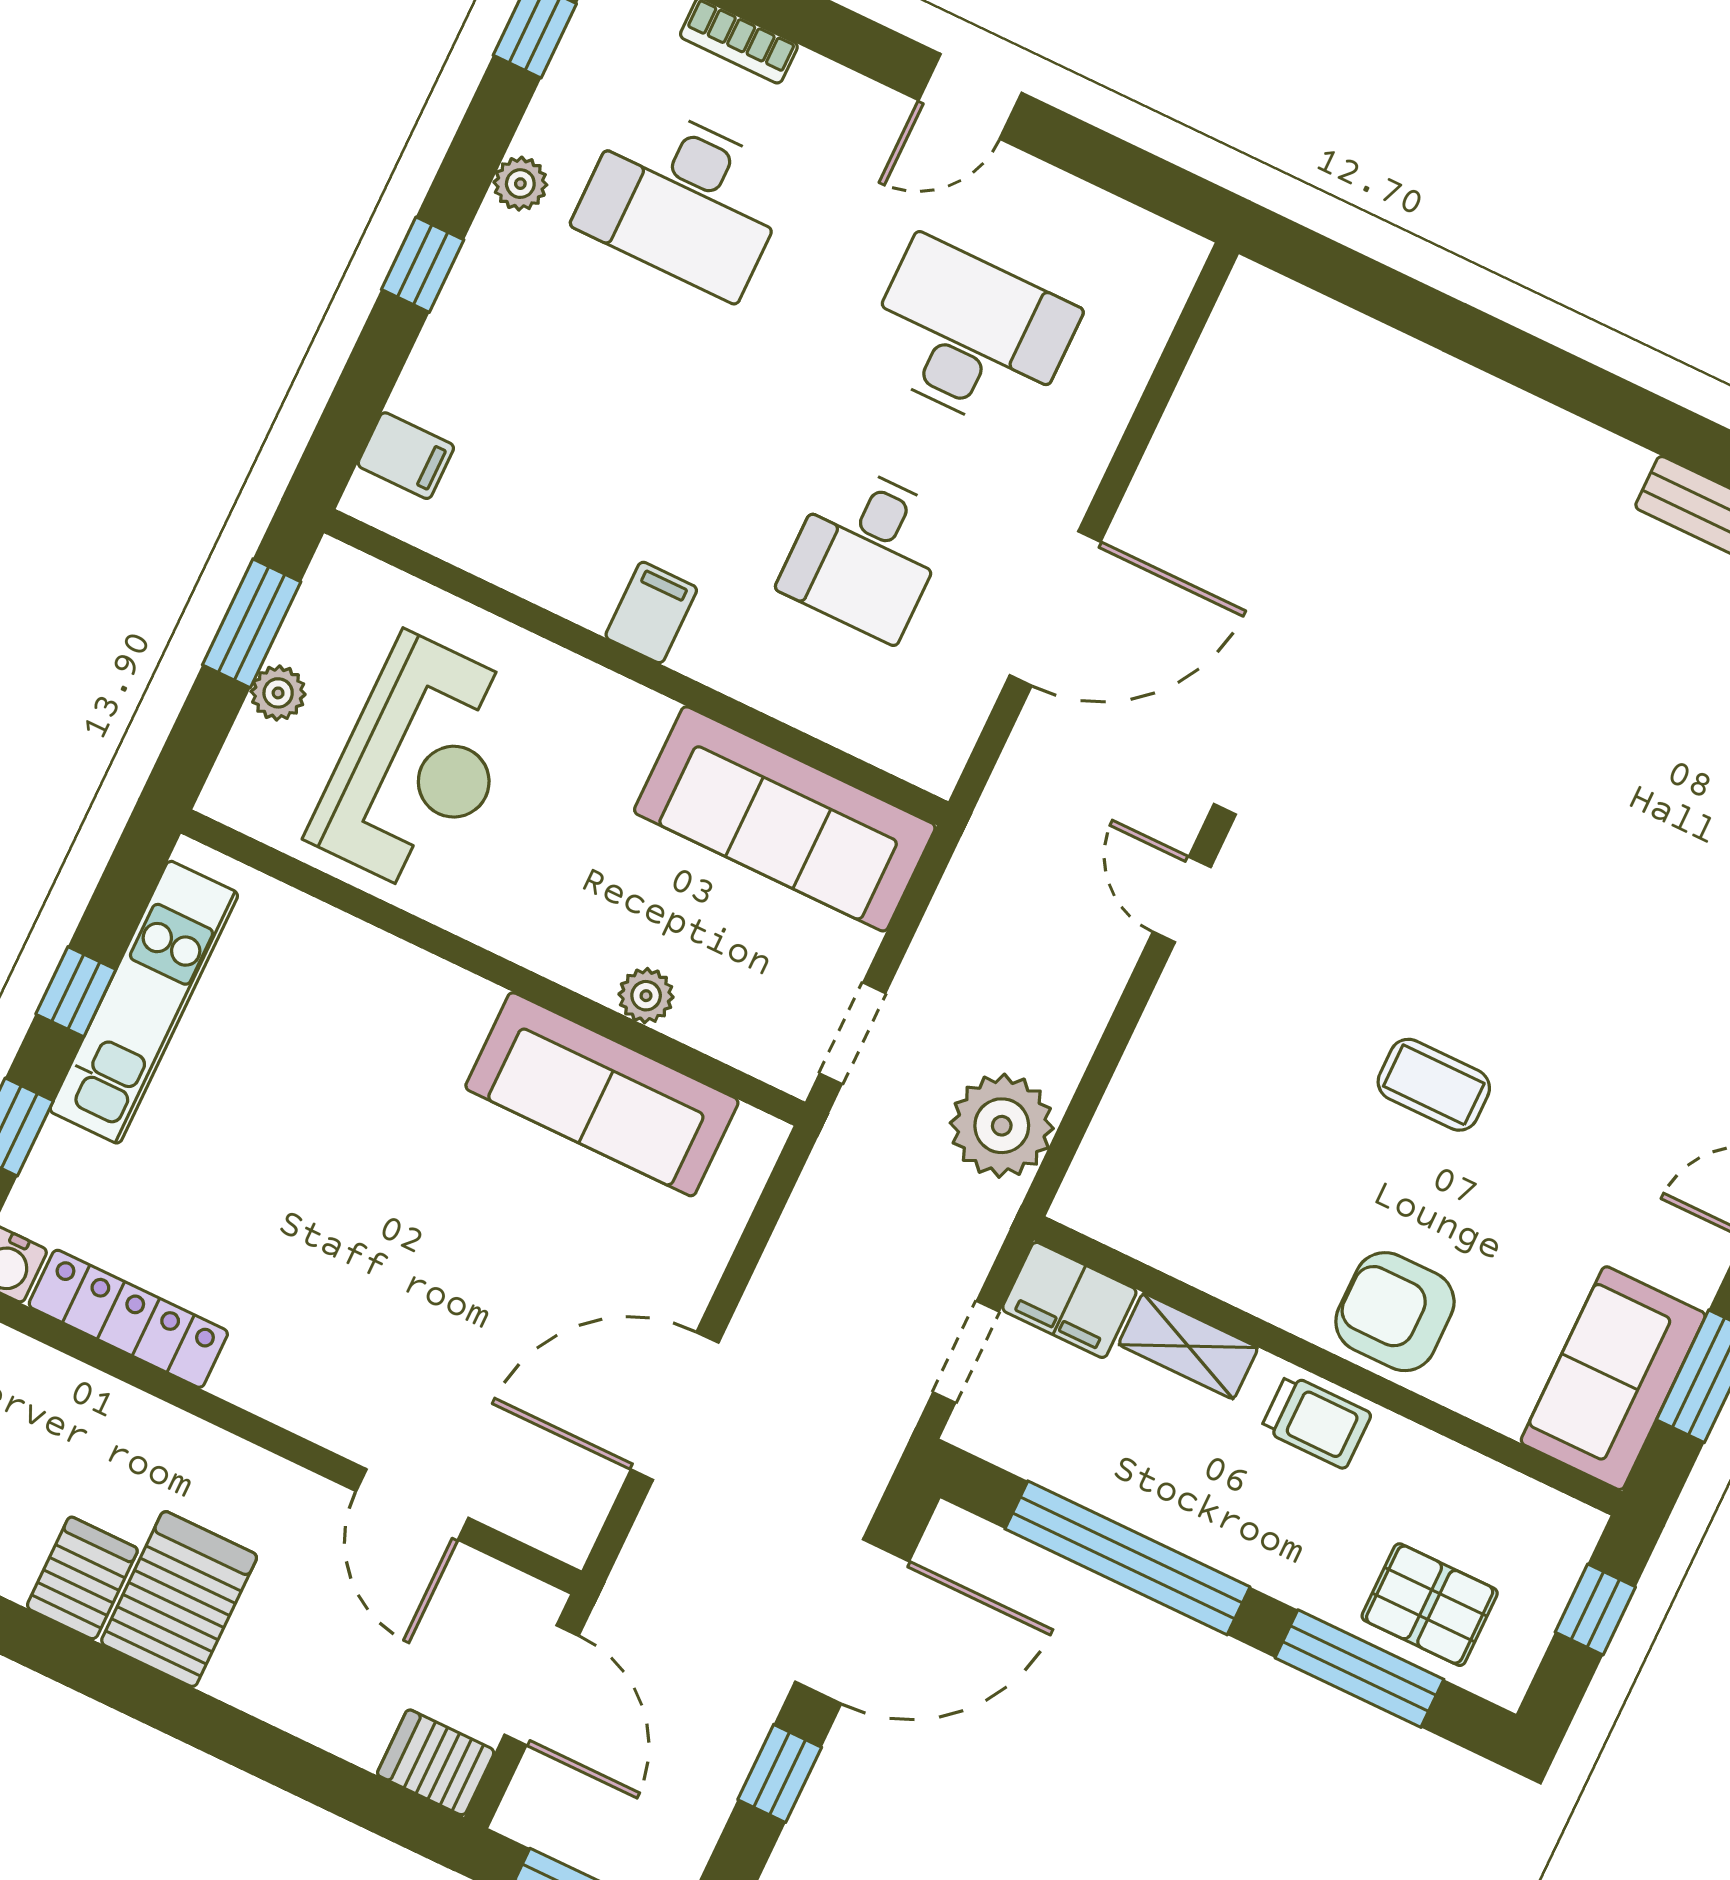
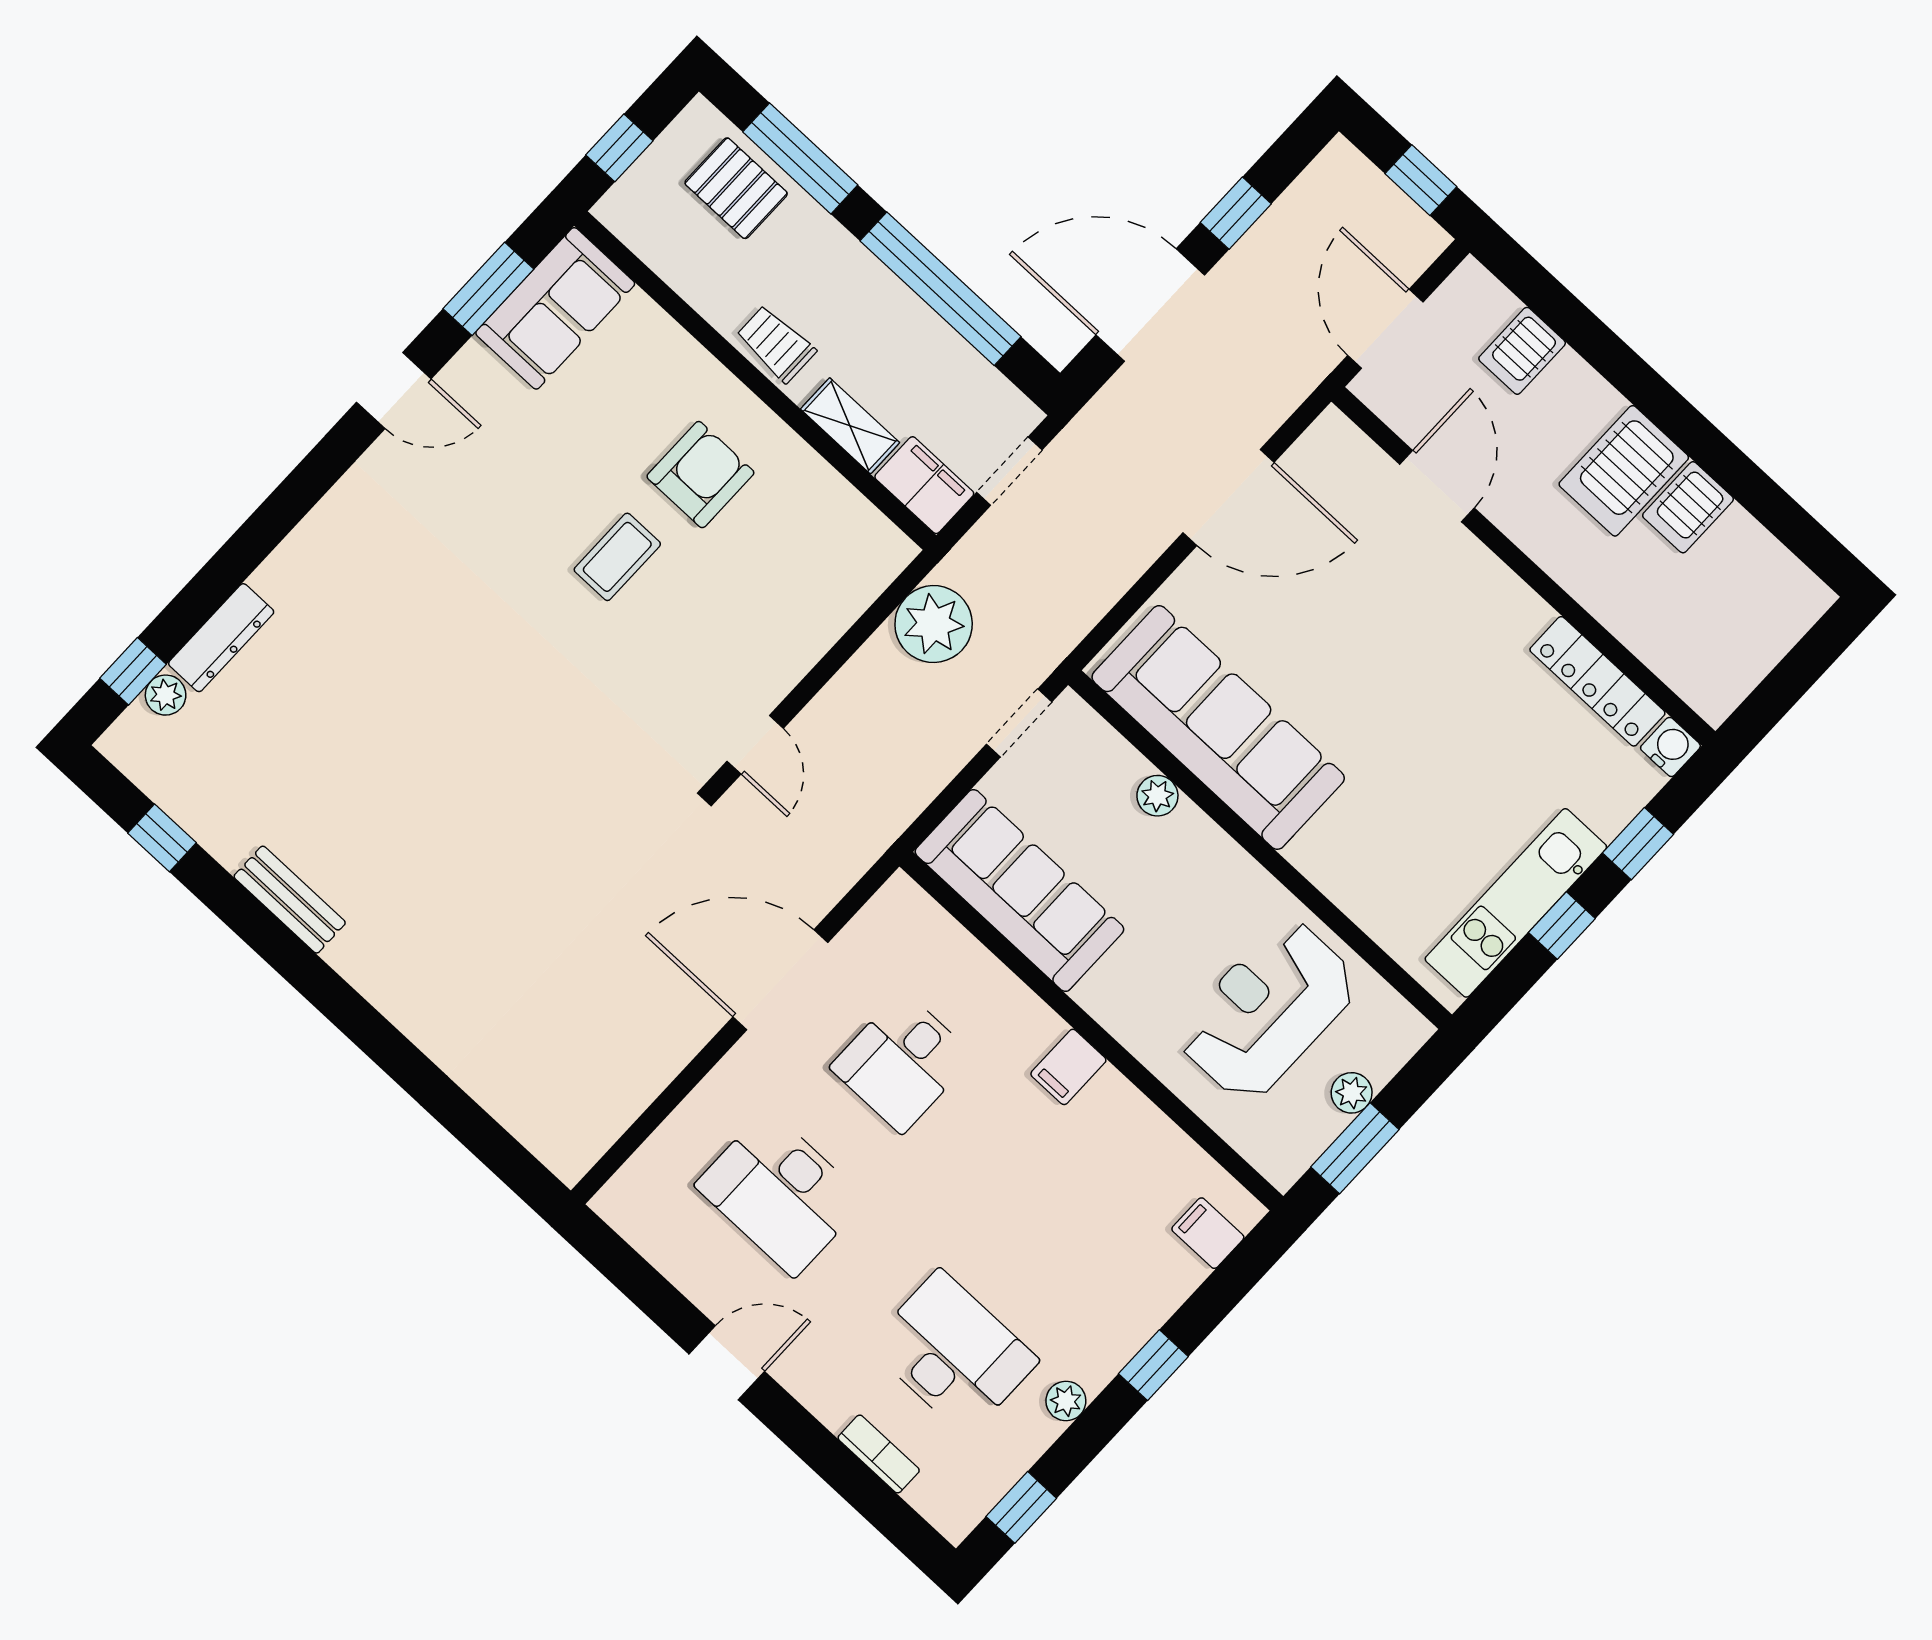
desk: (866, 552) -> (902, 1062), turned 180
coffee table: (1434, 1085) -> (617, 557), turned 90
sofa: (602, 1094) -> (1218, 727), width x1.36, depth x1.27
armchair: (1395, 1312) -> (700, 475), moved, turned -90
server rack: (436, 1763) -> (1522, 351), moved, turned 90

